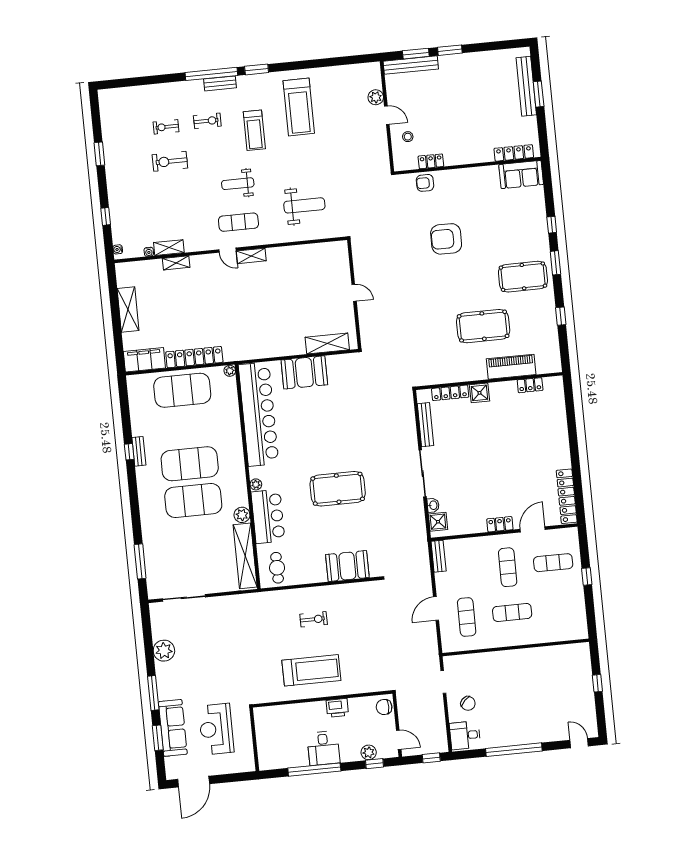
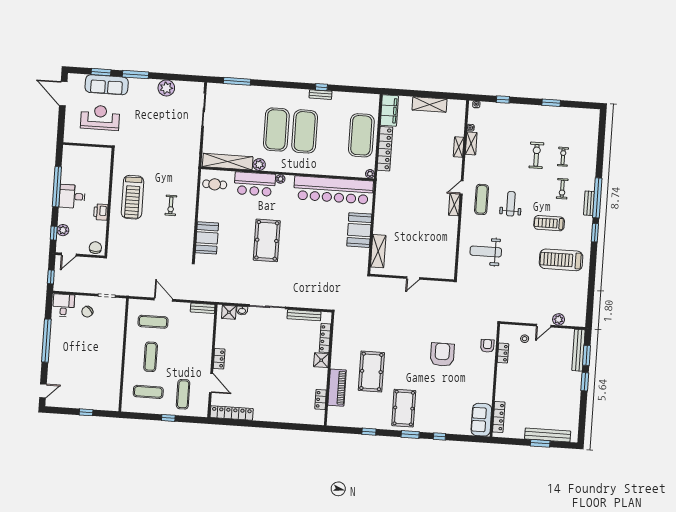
weight bench: (304, 205) -> (486, 252), turned 90
exercise mat: (508, 567) -> (148, 392), moved

